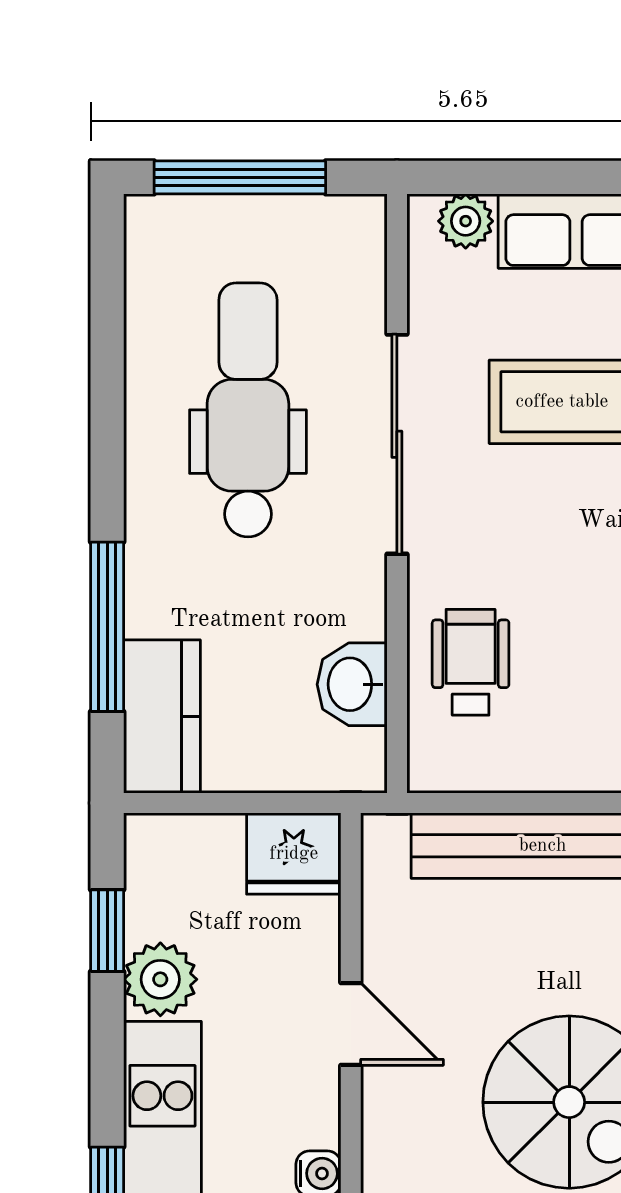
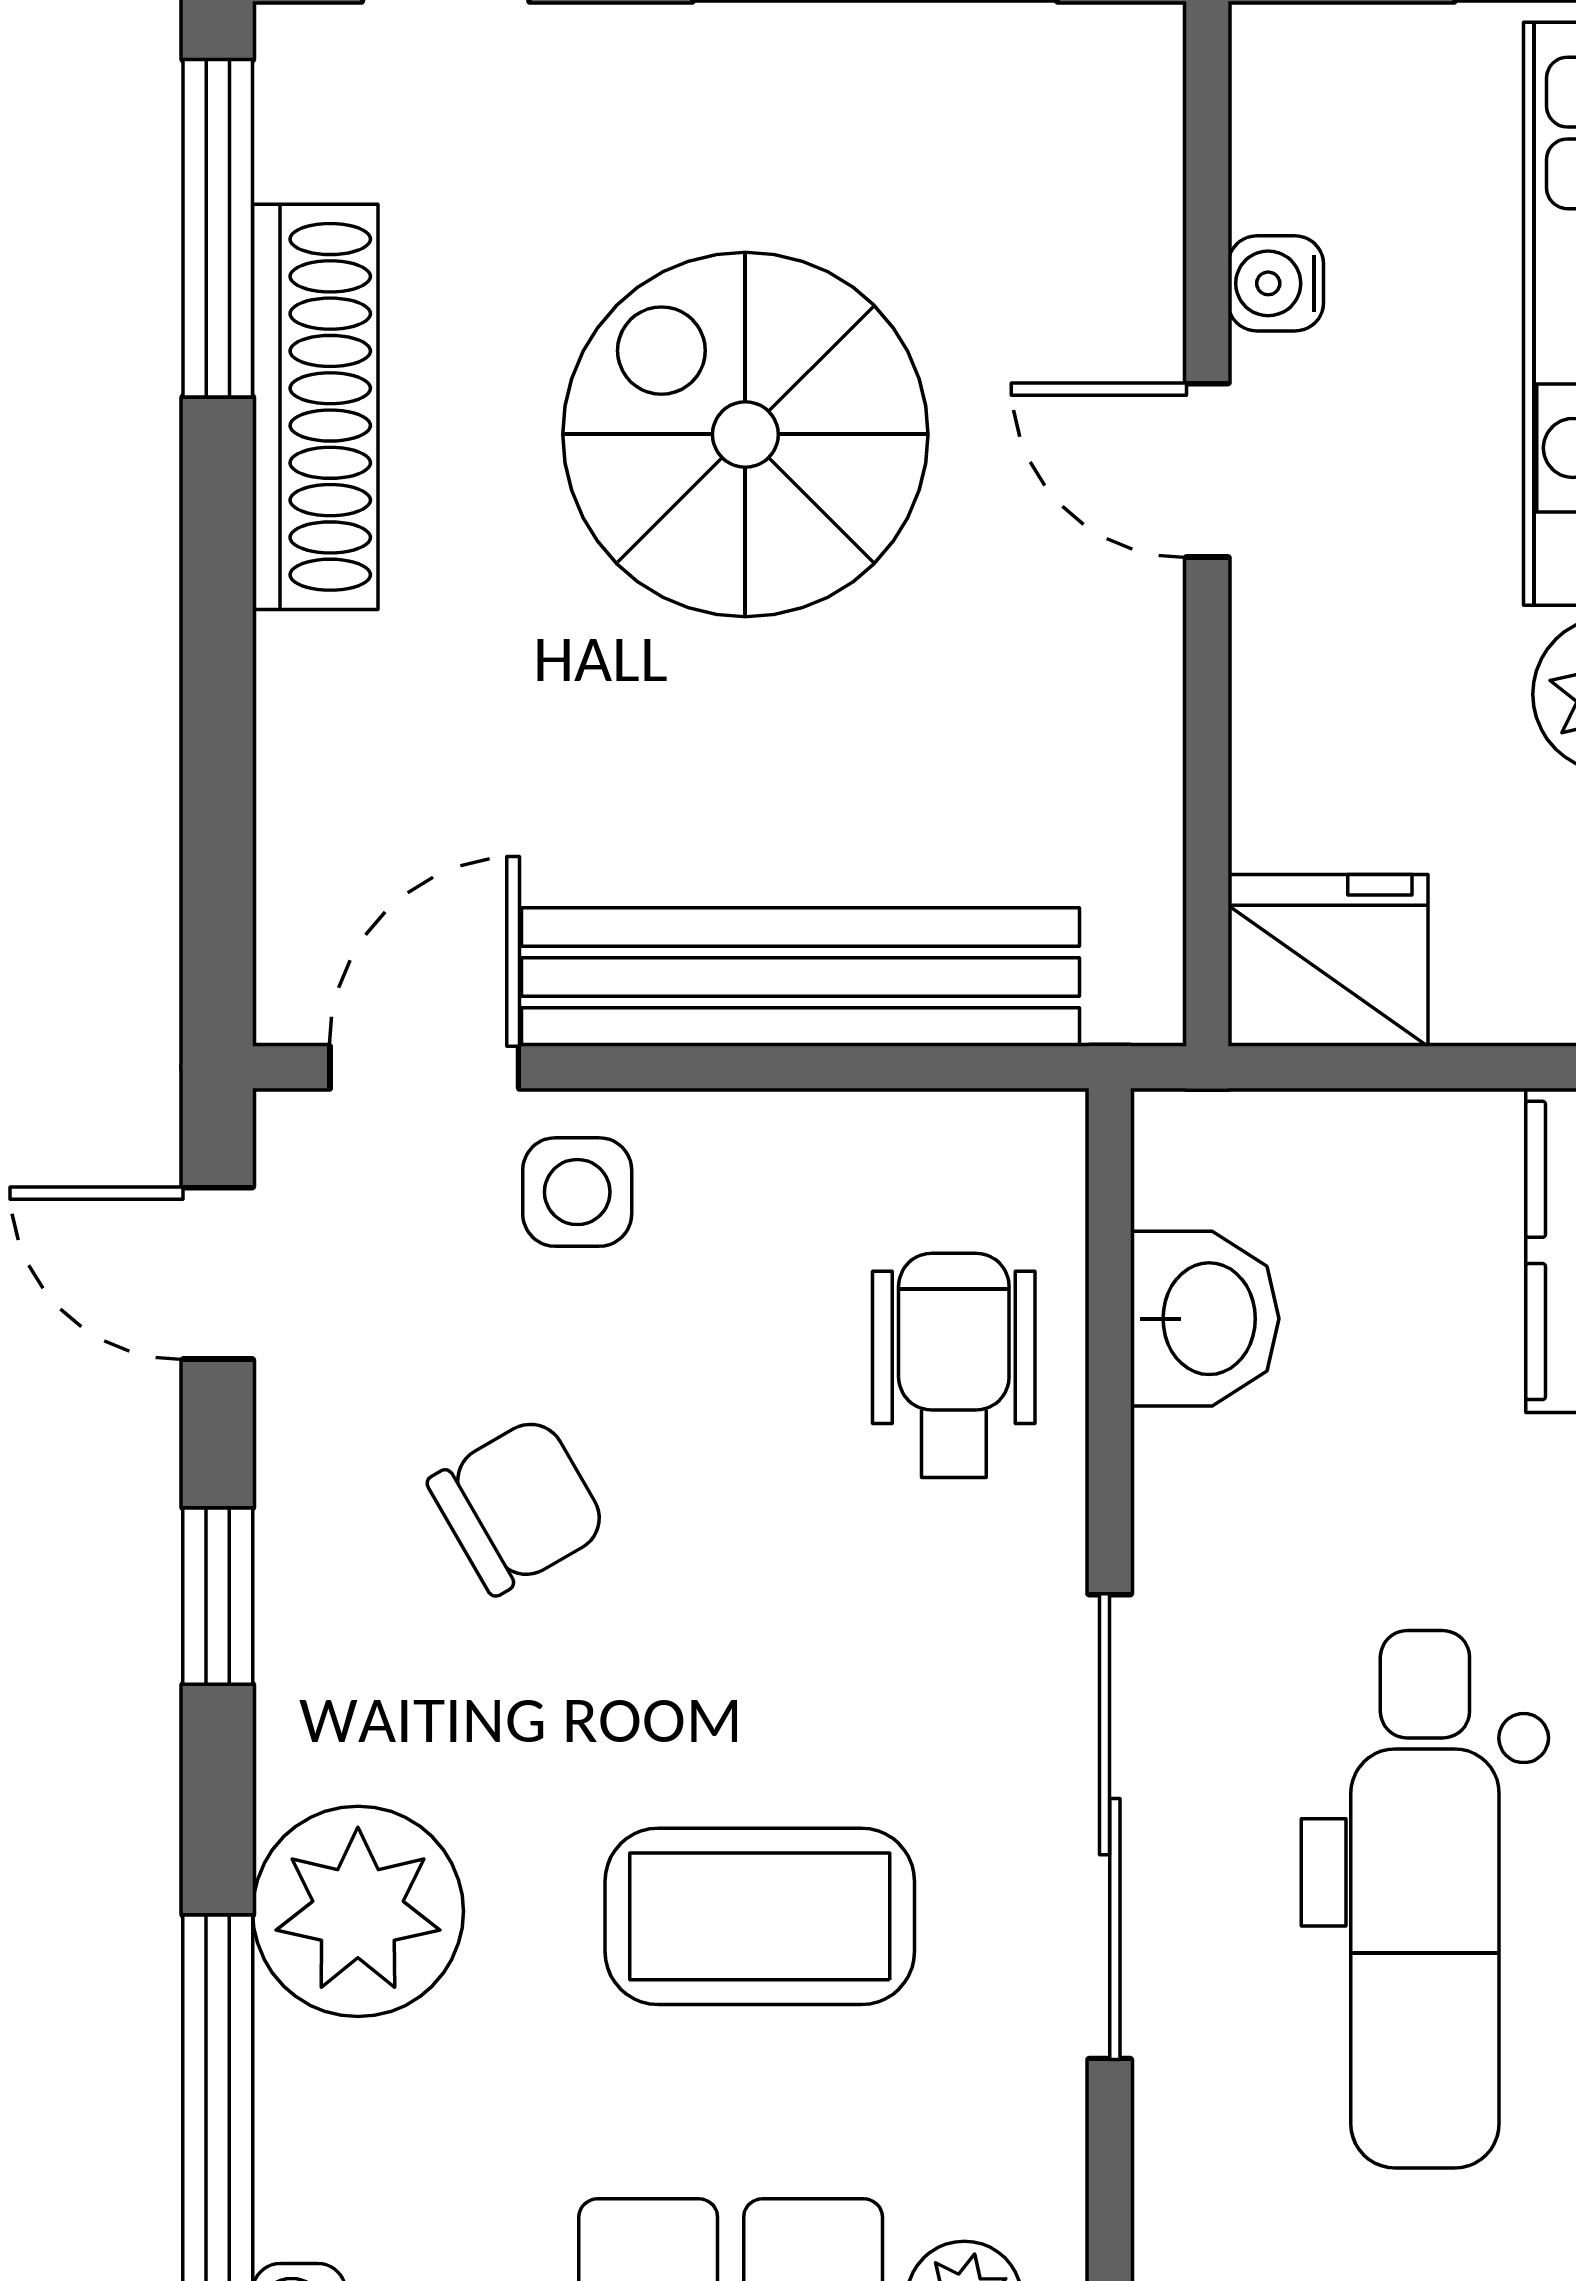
wheelchair: (471, 662) -> (954, 1365), turned 180
door: (351, 1024) -> (1207, 470), moved

